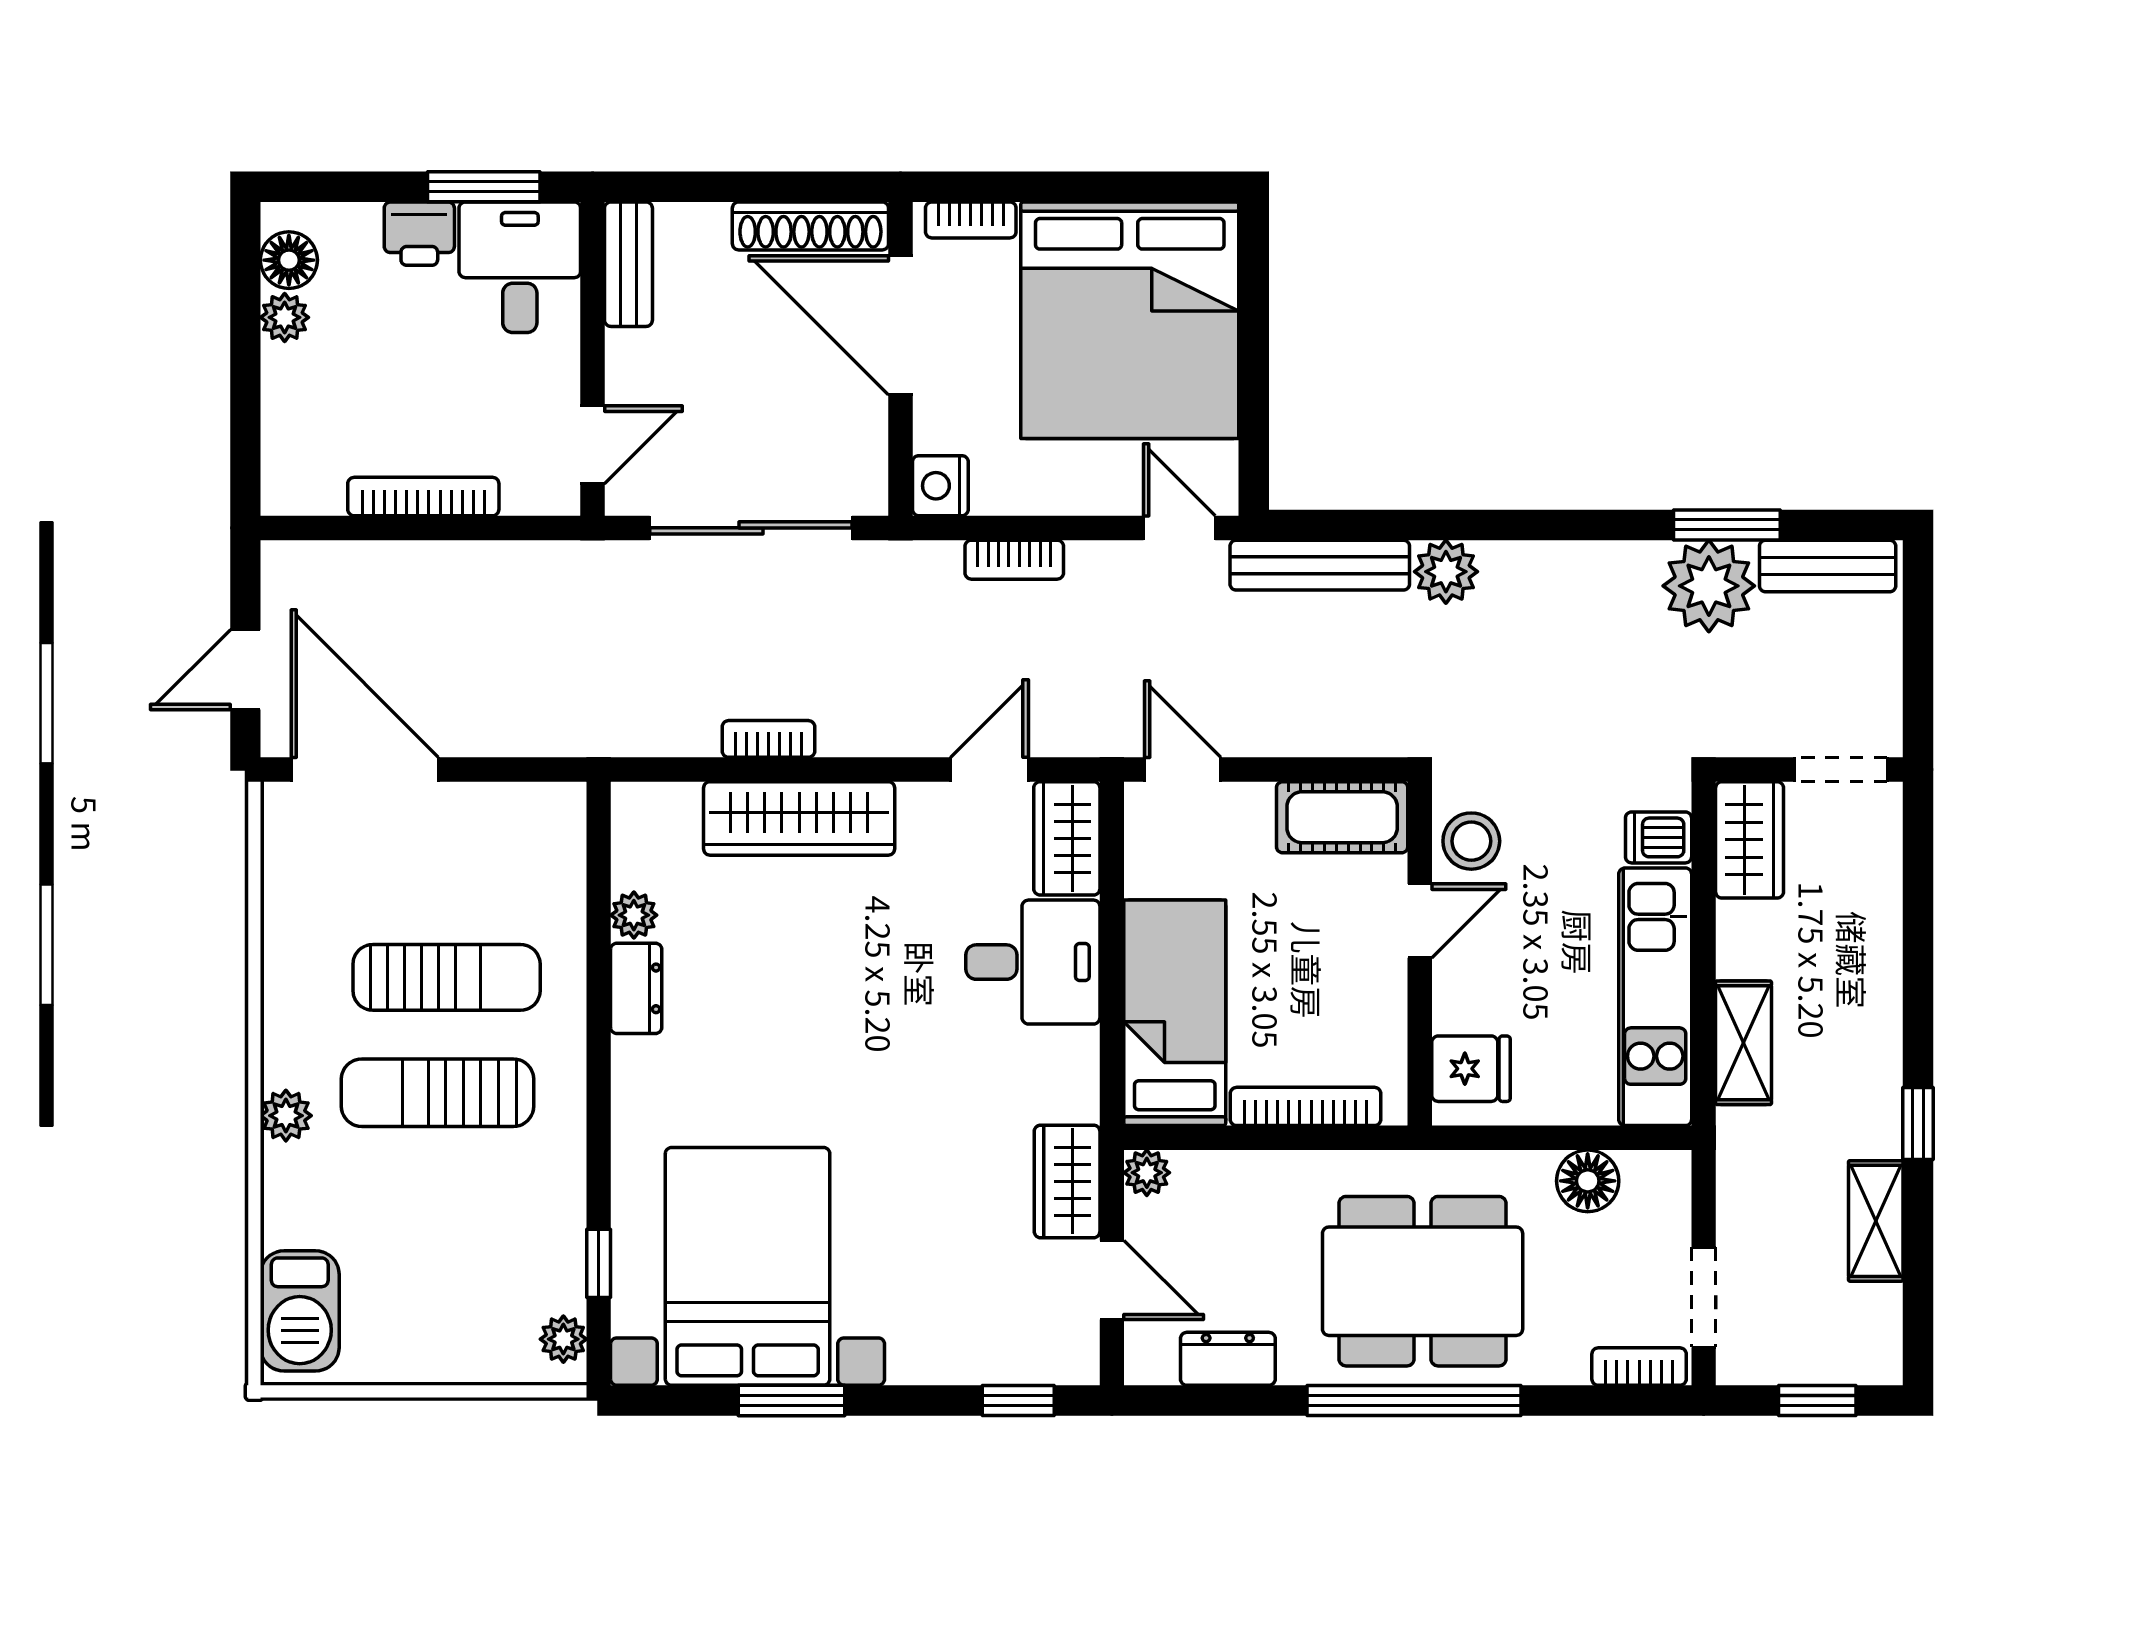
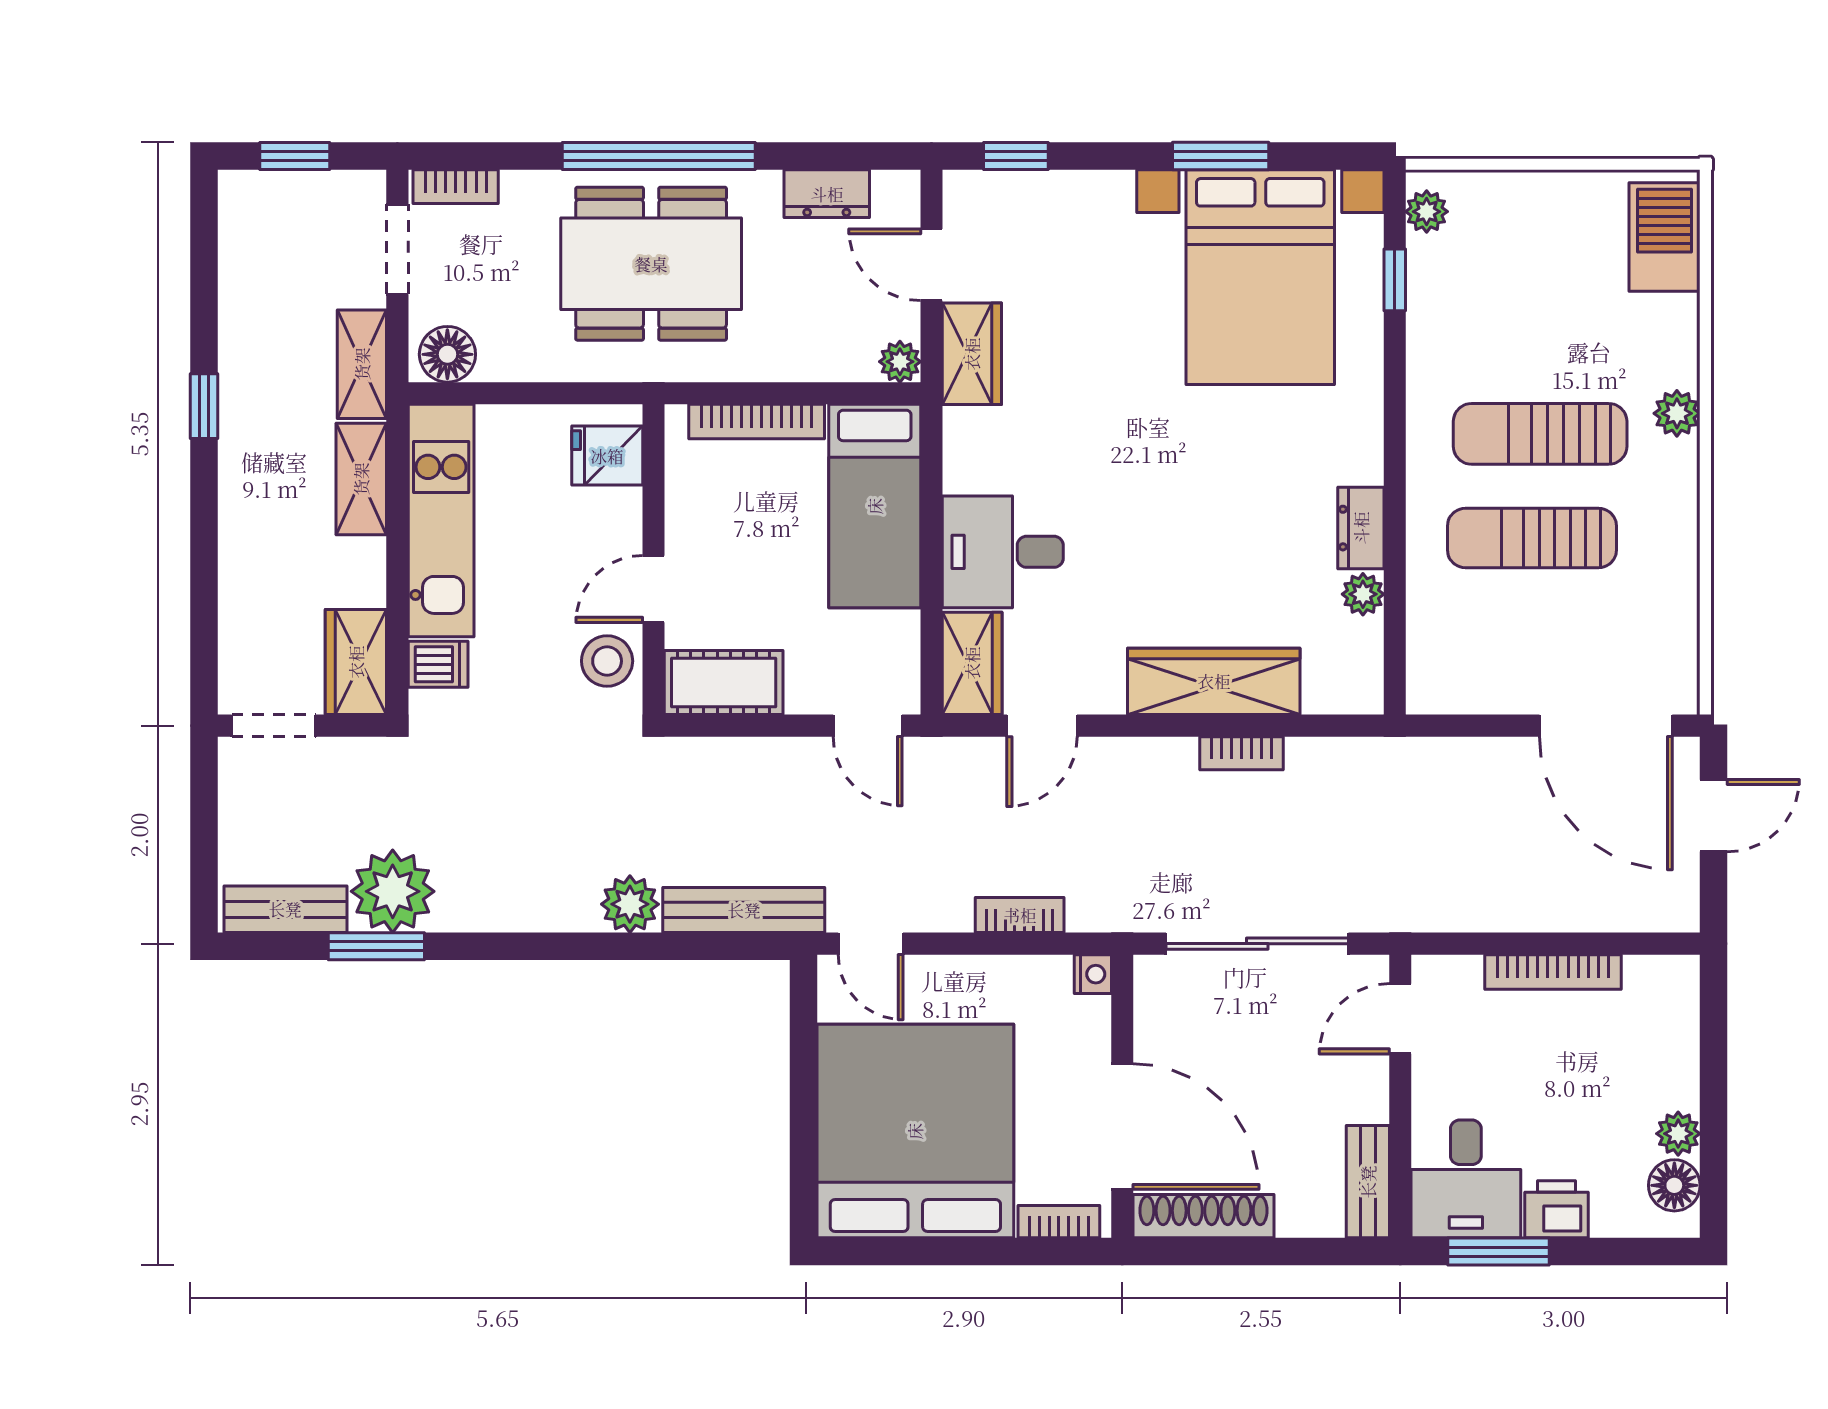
nightstand: (940, 486) -> (1093, 974), width x0.72, depth x0.74
sun lounger: (438, 1093) -> (1540, 434), turned 180
floor lamp: (1588, 1181) -> (447, 354), moved
shelving: (1876, 1221) -> (362, 364), moved

